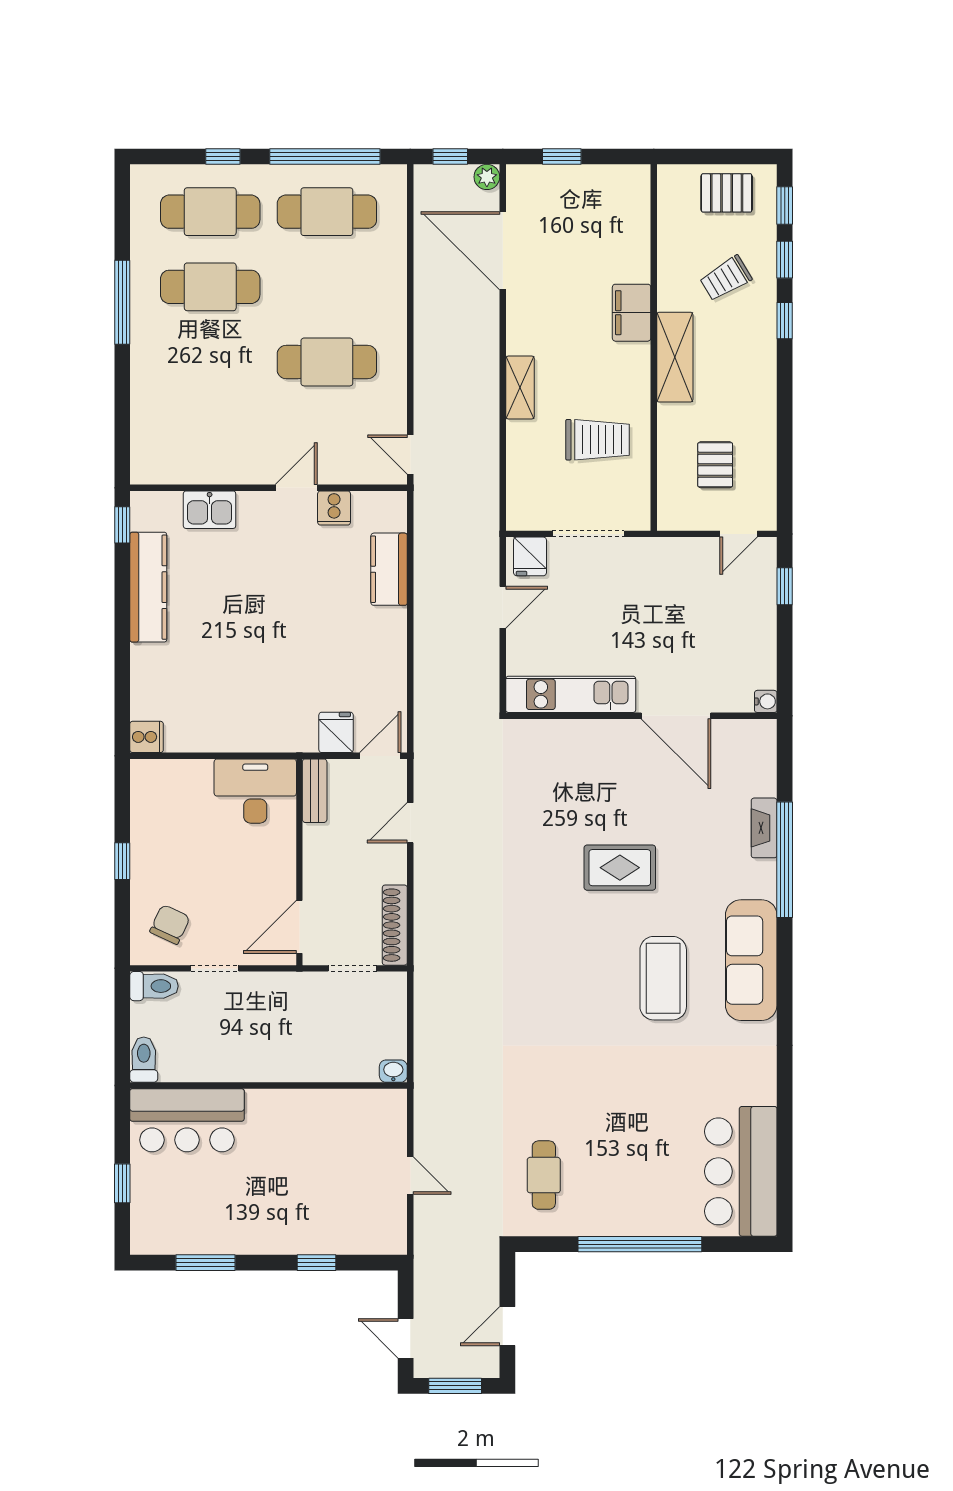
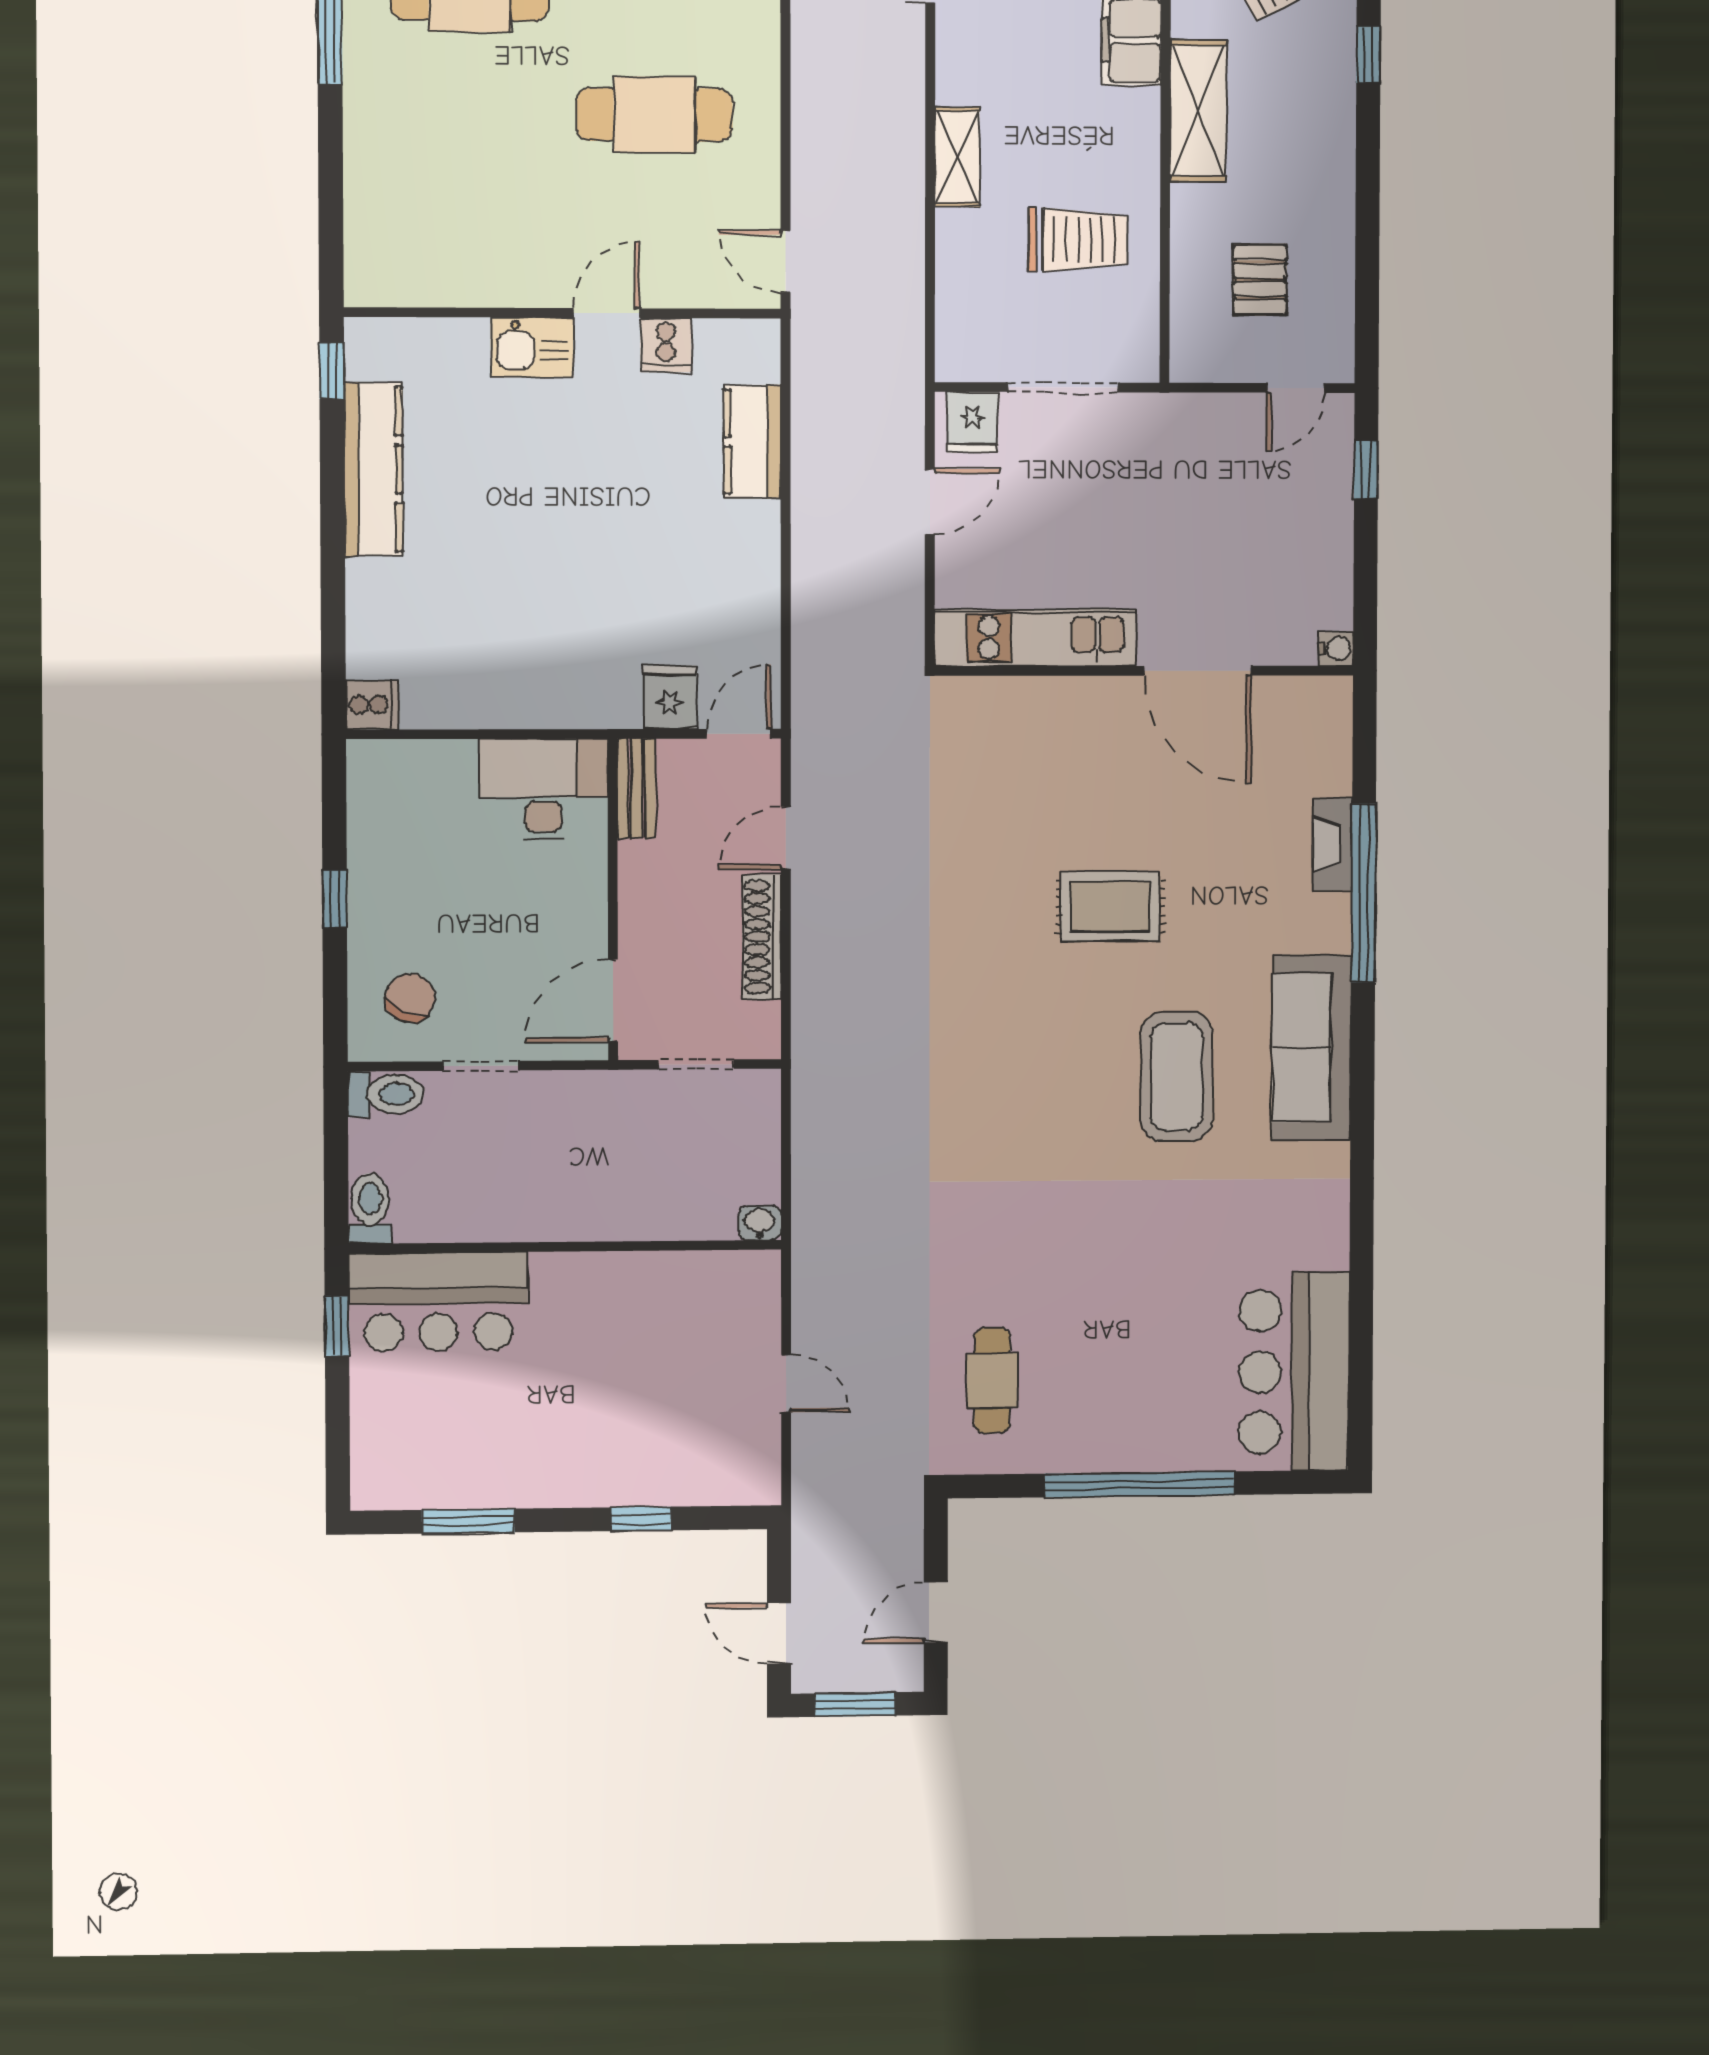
kitchen sink: (210, 510) -> (532, 347), moved
shoe rack: (395, 925) -> (762, 937), moved
window: (122, 1183) -> (337, 1326), moved

